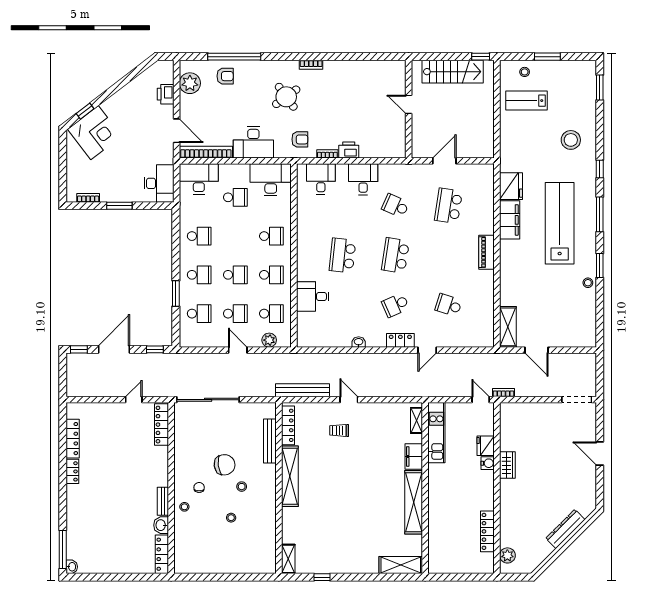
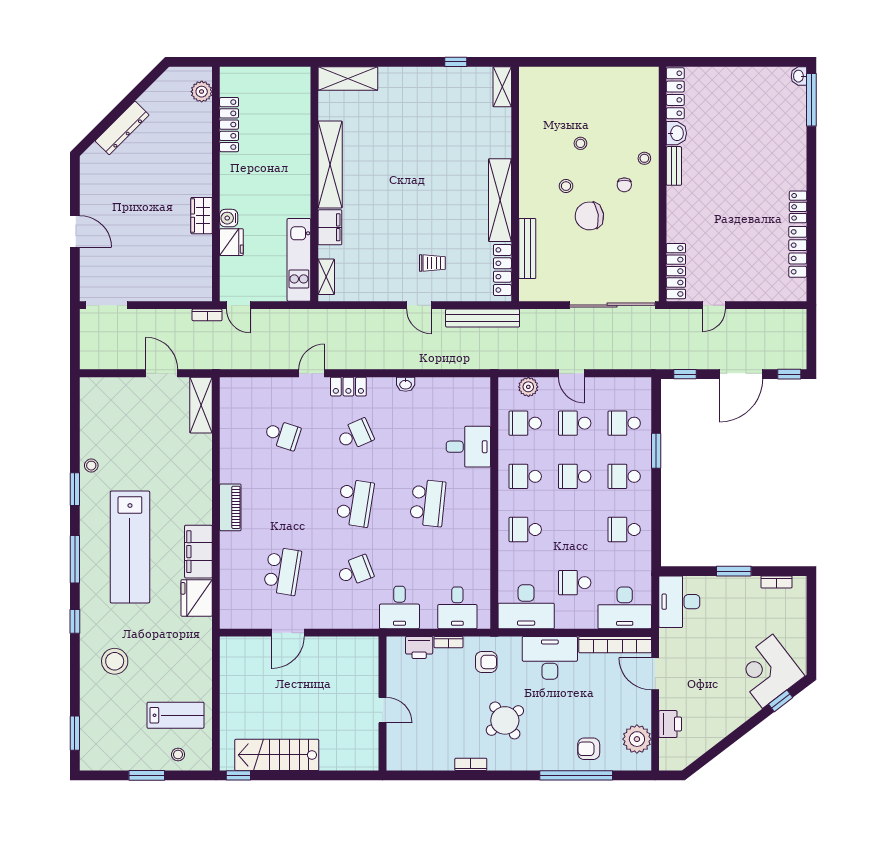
door: (409, 104) -> (383, 710), moved
wall: (409, 109) -> (383, 704), moved
armchair: (300, 139) -> (486, 662), turned 180
school desk: (395, 206) -> (355, 571), turned -45

